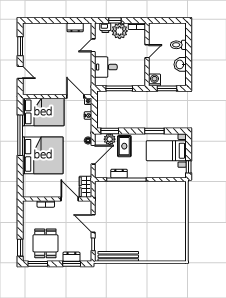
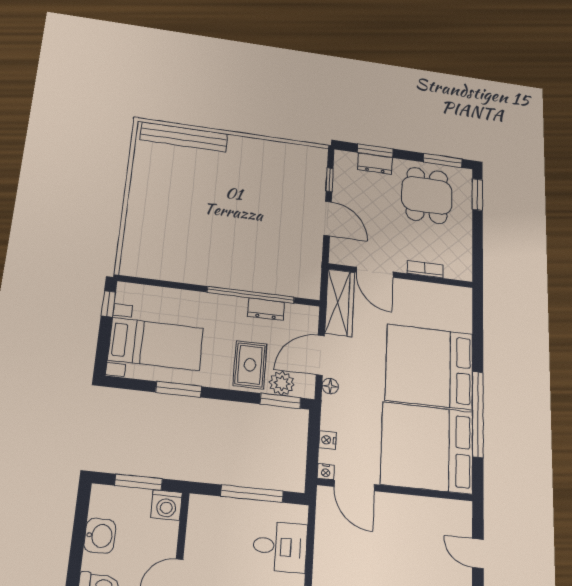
bed: (43, 112) -> (427, 448), width x1.36
wardrobe: (85, 187) -> (340, 303), width x1.50
bench: (118, 256) -> (184, 137), moved

